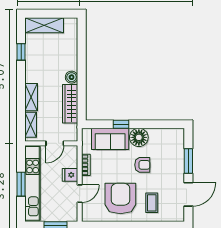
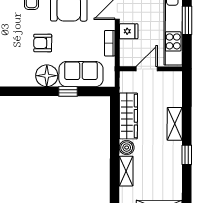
window: (21, 52) -> (187, 155), moved
shelving: (31, 125) -> (126, 171), moved

